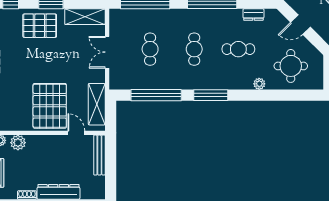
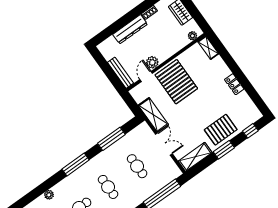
window: (156, 95) -> (111, 139), width x0.68
shelving: (97, 104) -> (153, 115), moved
door: (76, 133) -> (146, 76), swing flipped
plant: (18, 143) -> (152, 62), moved

